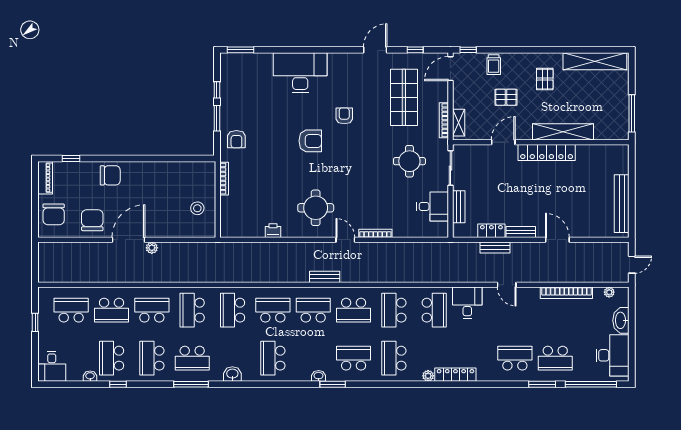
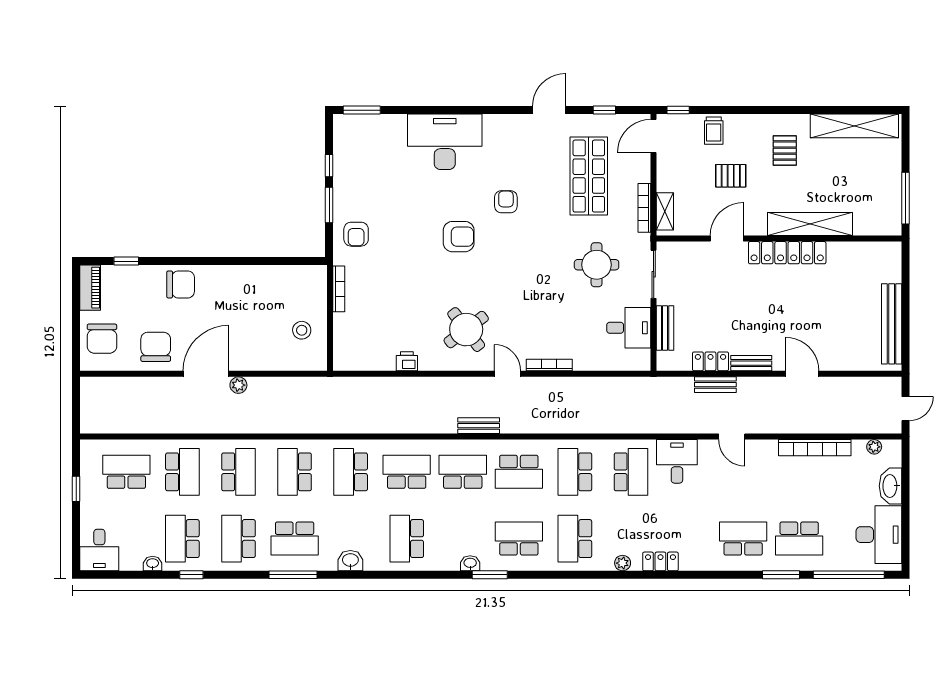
round table: (316, 208) -> (466, 330), turned -37
school desk: (112, 310) -> (182, 472), turned -90
school desk: (152, 310) -> (238, 472), turned 90
locker: (455, 375) -> (660, 561), width x0.66

